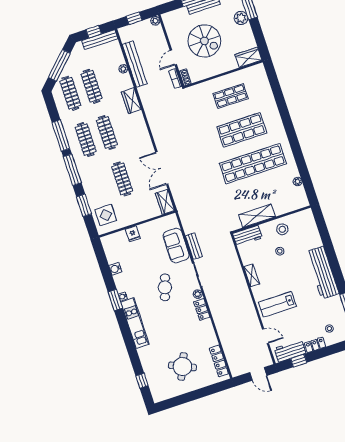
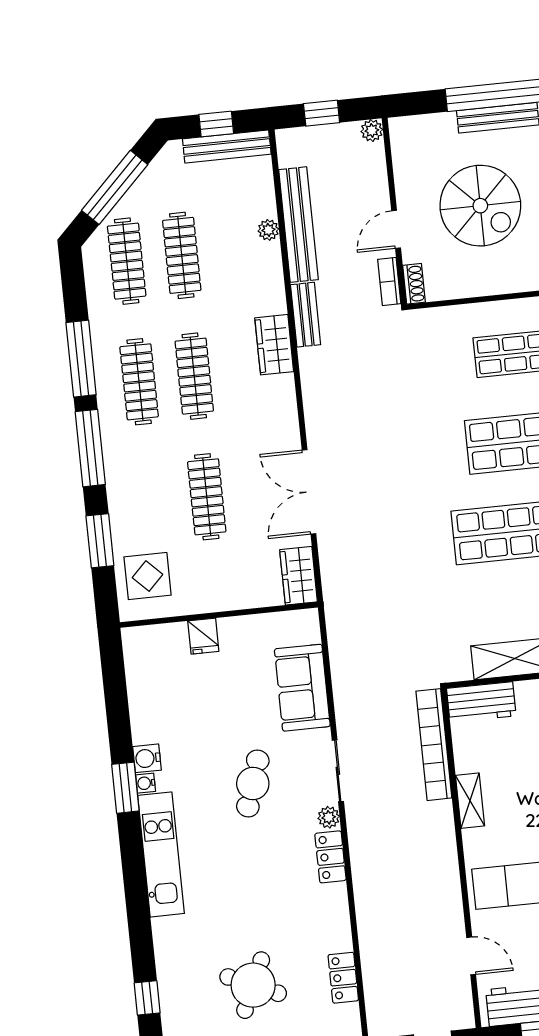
wardrobe: (131, 101) -> (274, 345), moved
bench: (194, 246) -> (306, 315), moved
bookcase: (233, 256) -> (434, 745), added
water cooler: (115, 269) -> (147, 758), moved
locker: (219, 361) -> (343, 978), width x0.66

